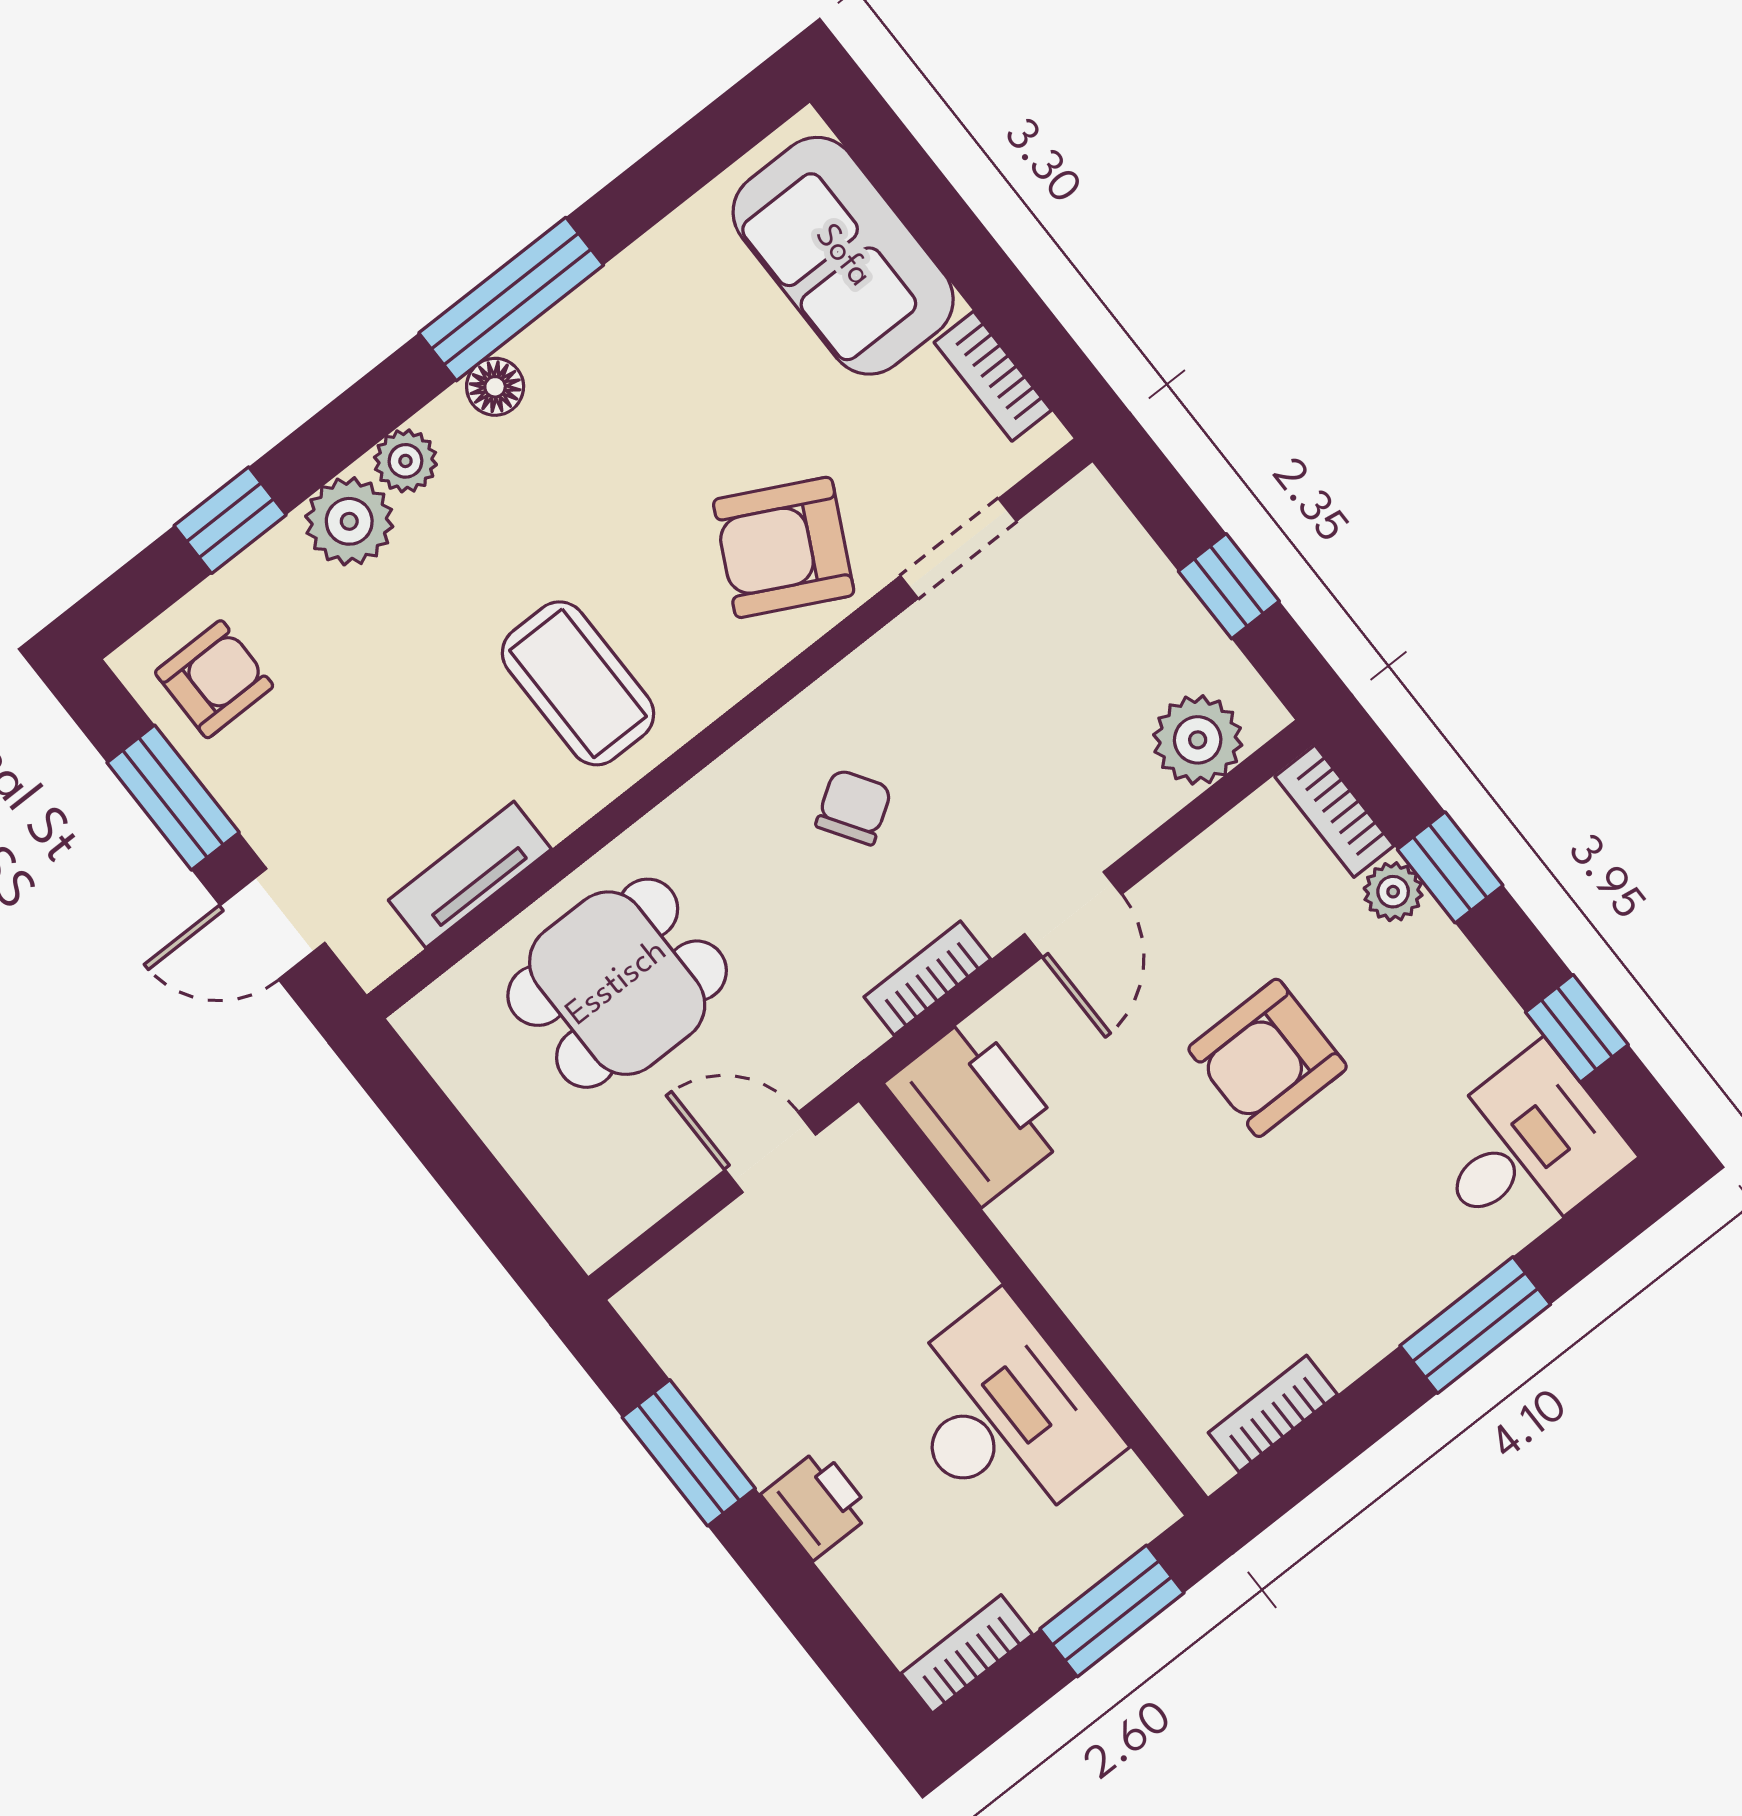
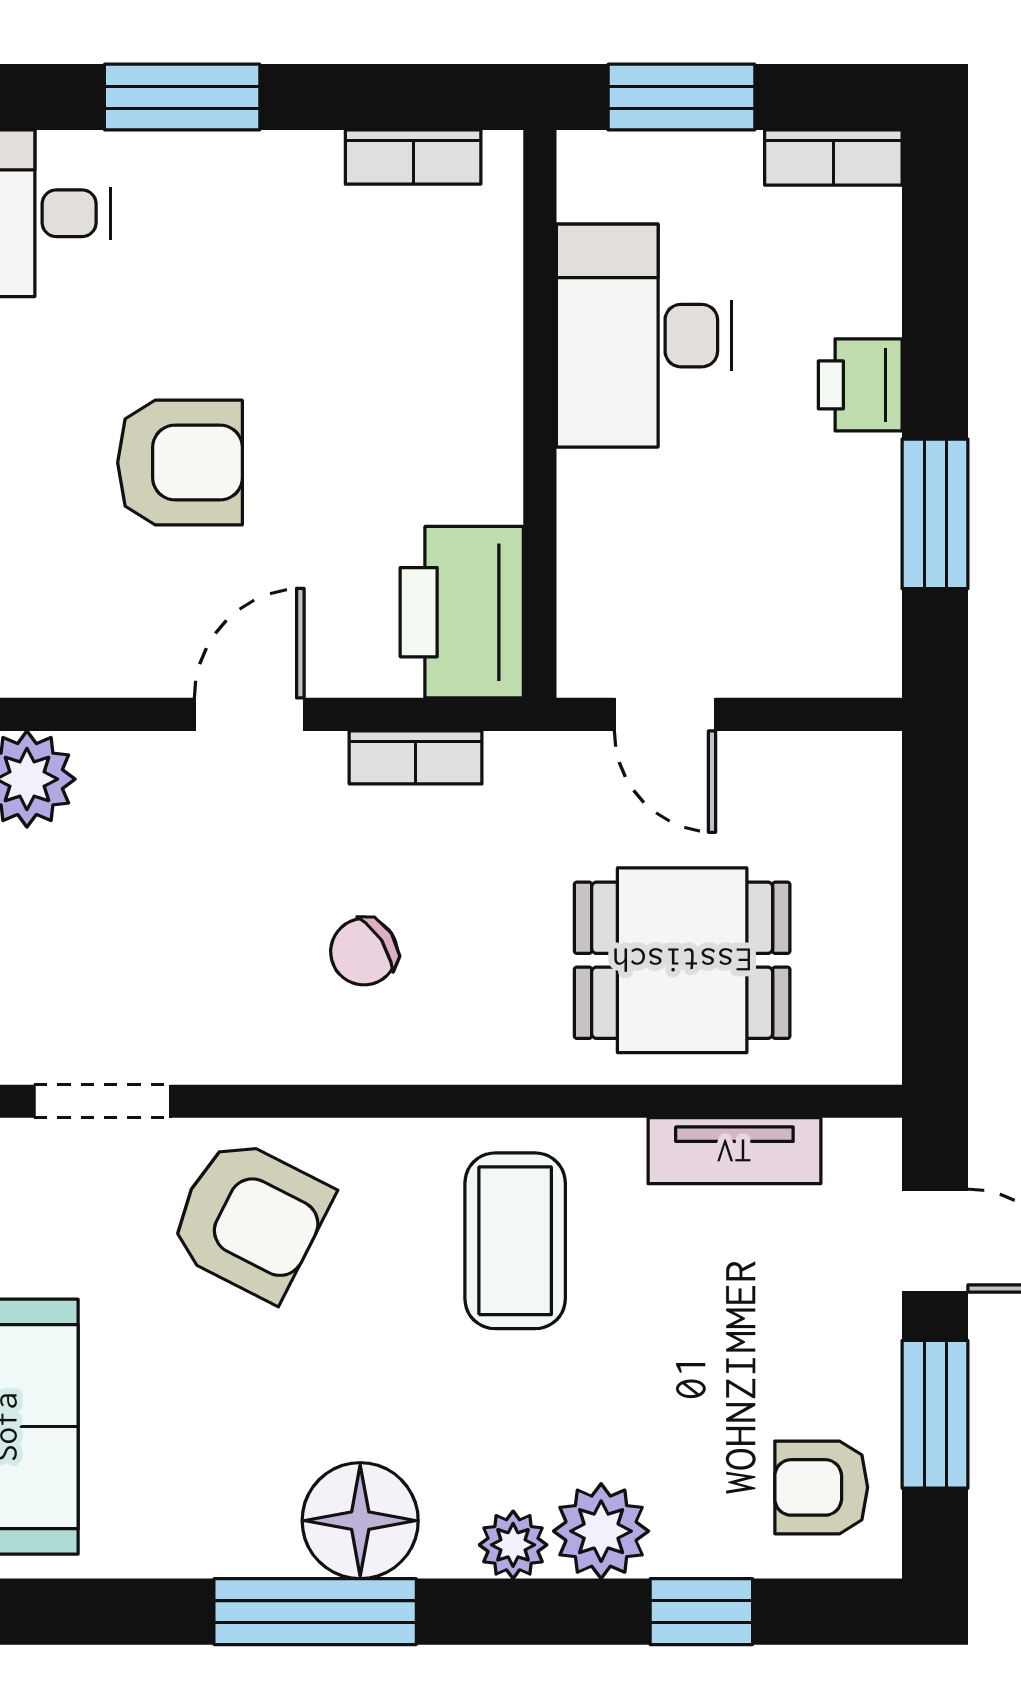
floor lamp: (495, 387) -> (360, 1521), width x1.89, depth x1.89

